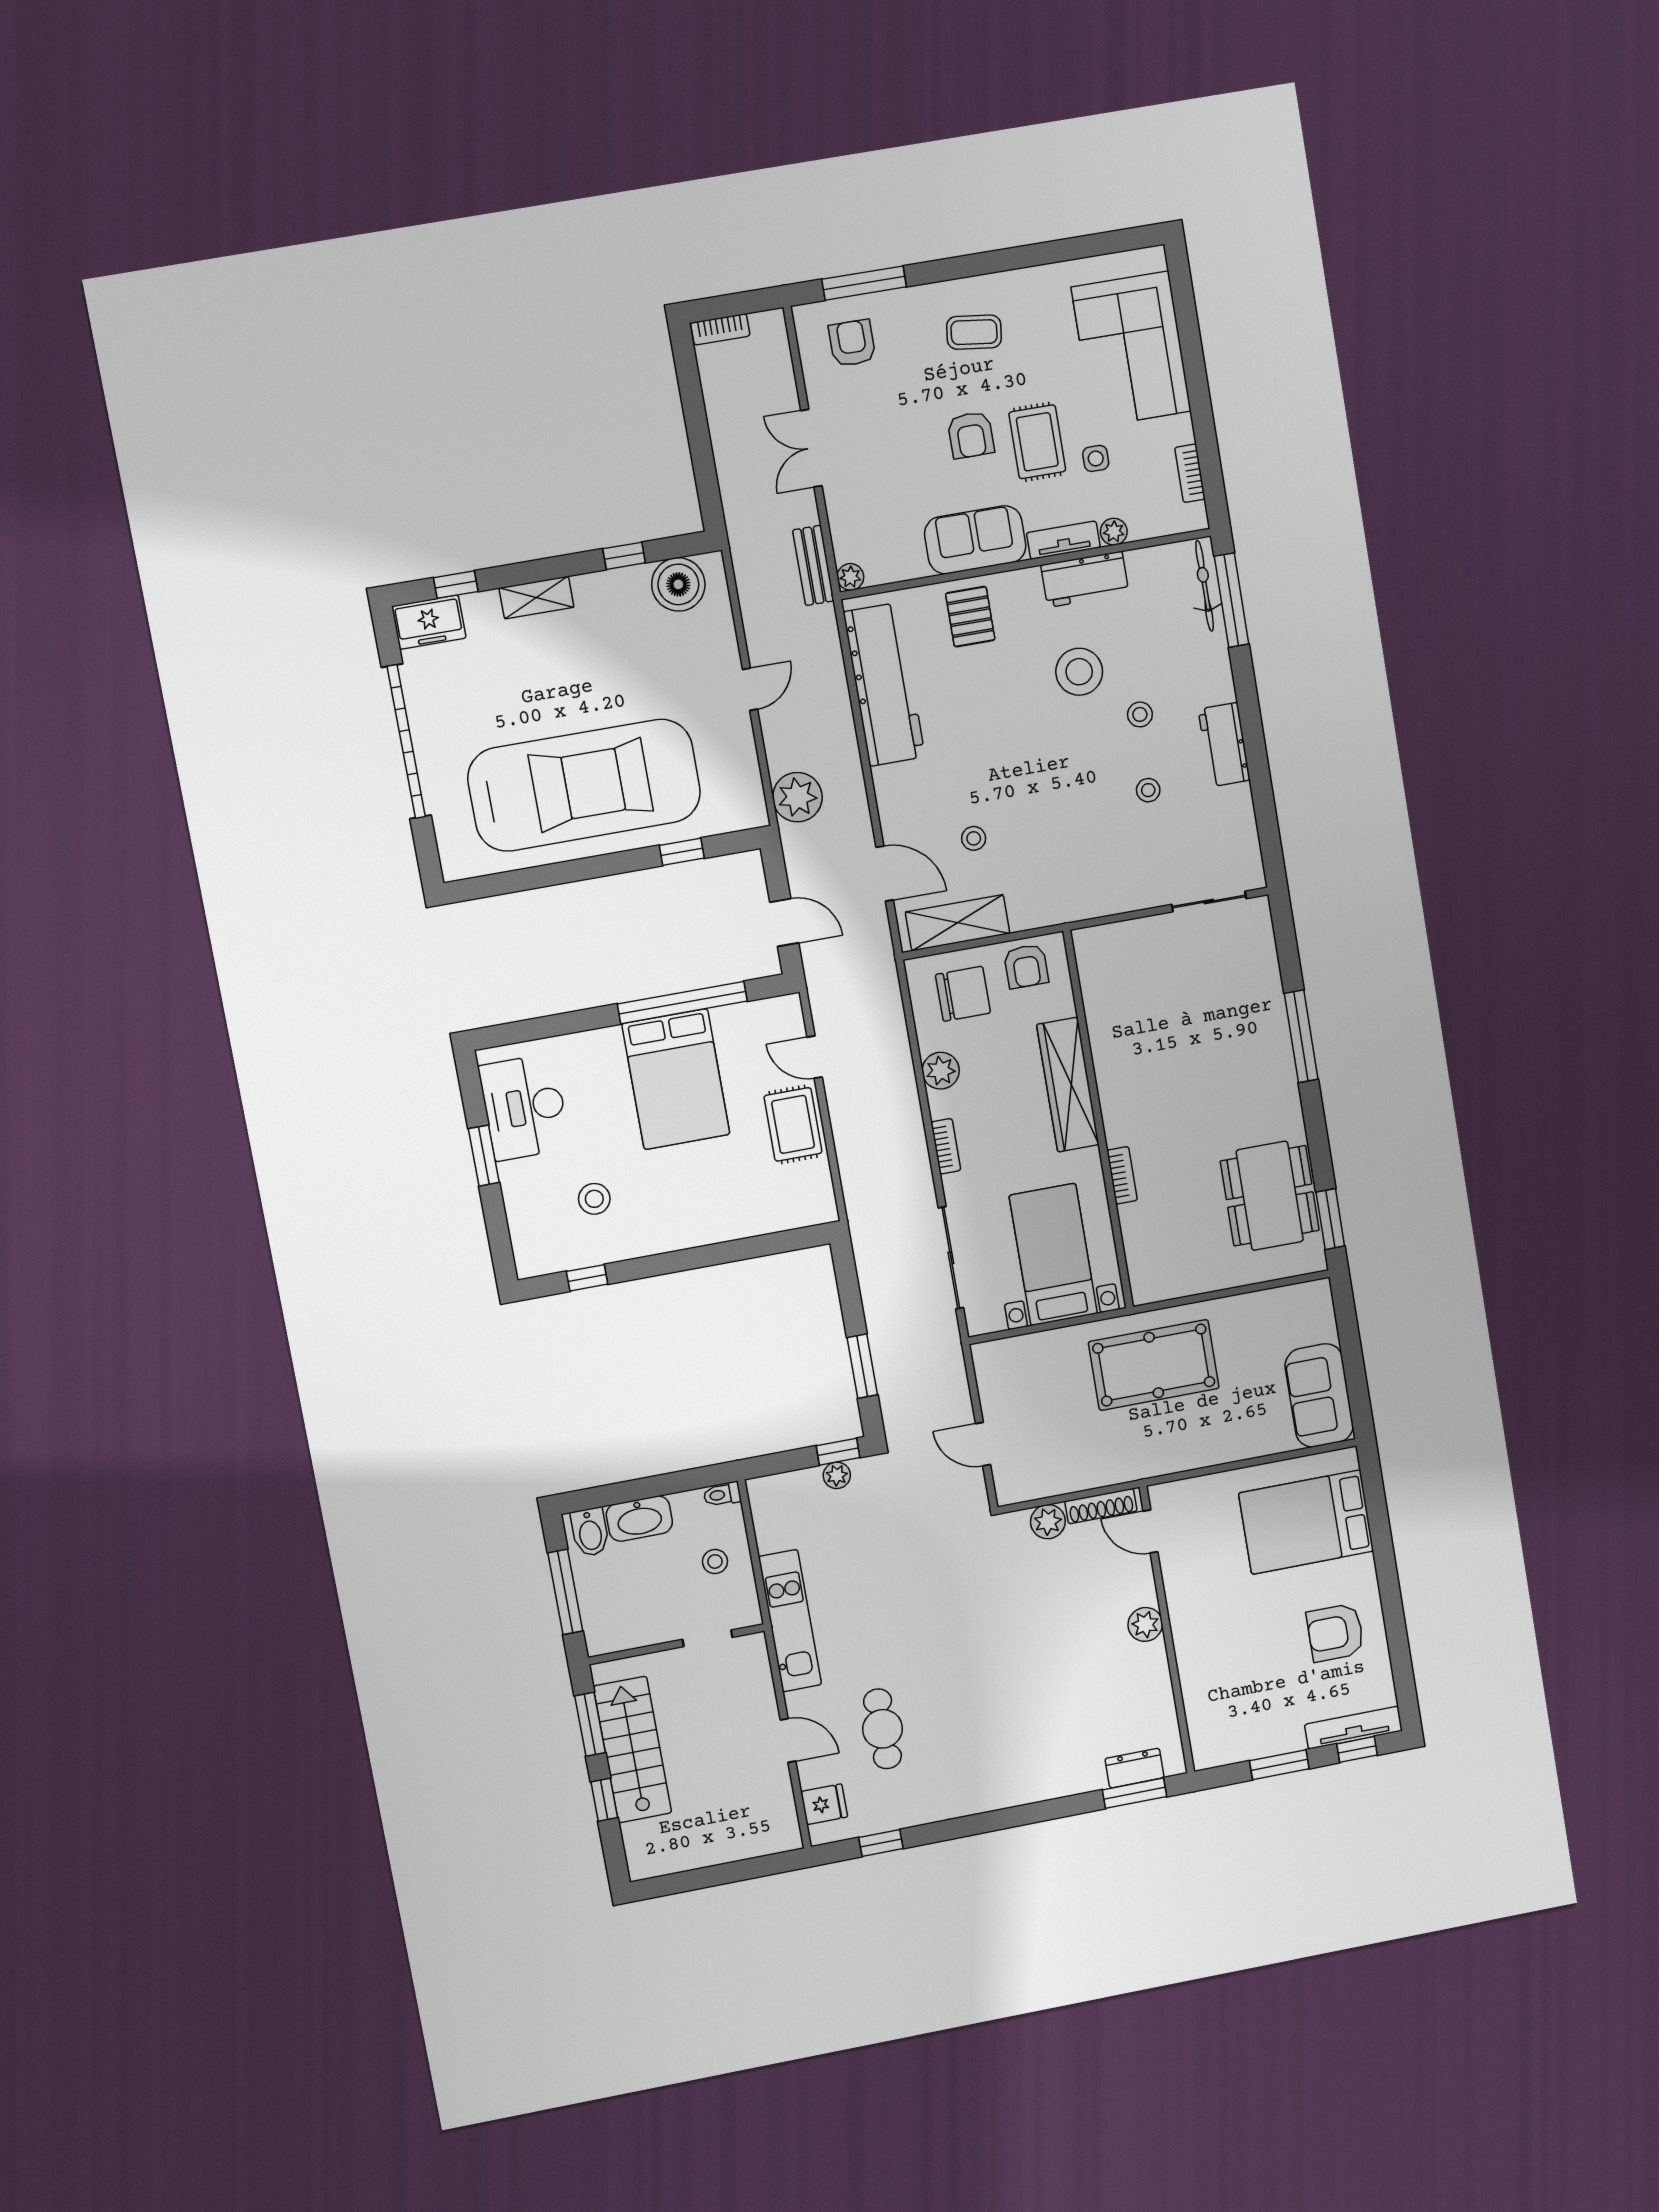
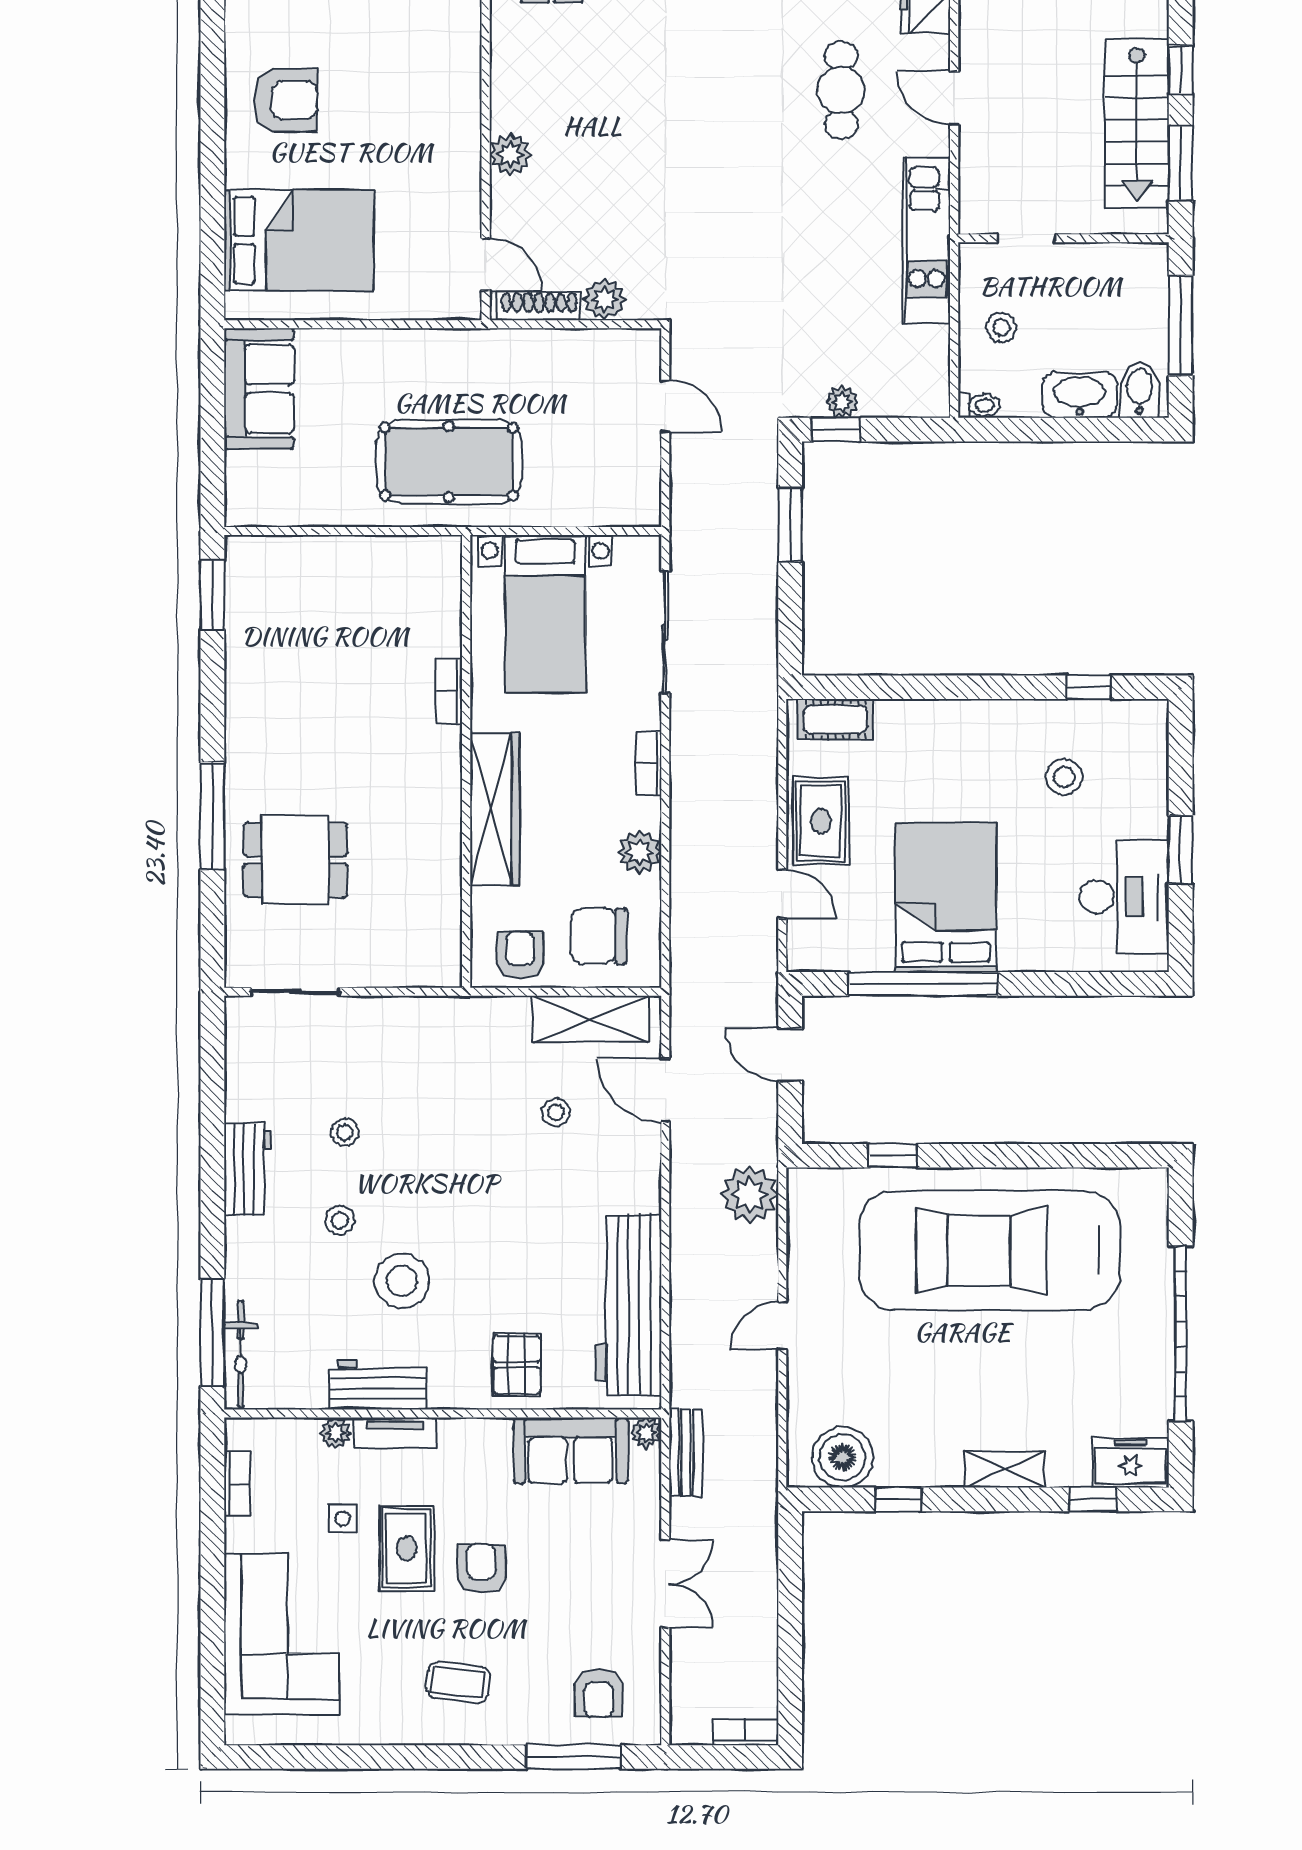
sofa: (975, 540) -> (571, 1450), moved
dining table: (1270, 1196) -> (295, 860), moved, width x0.73
cot: (796, 1212) -> (836, 719), added

